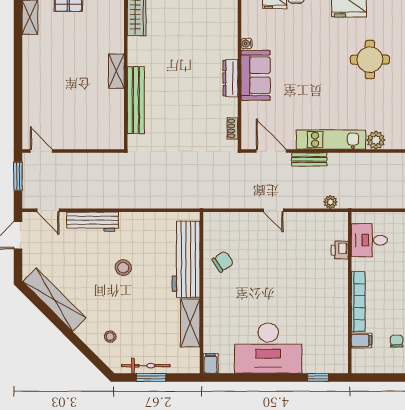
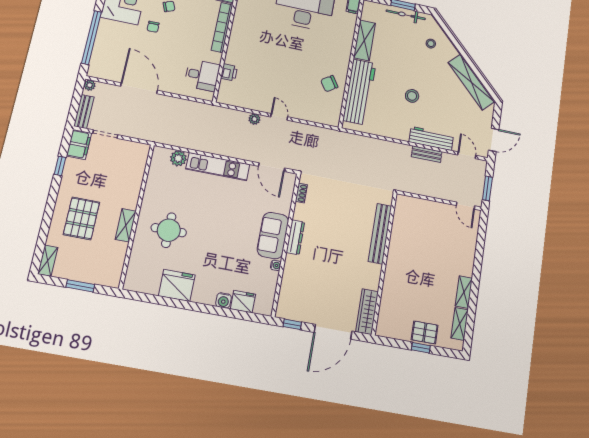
shelving: (116, 71) -> (464, 292), moved
bench: (309, 159) -> (427, 154), moved
plant: (330, 202) -> (254, 119), moved

